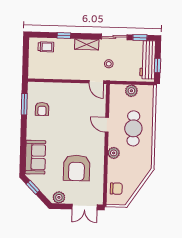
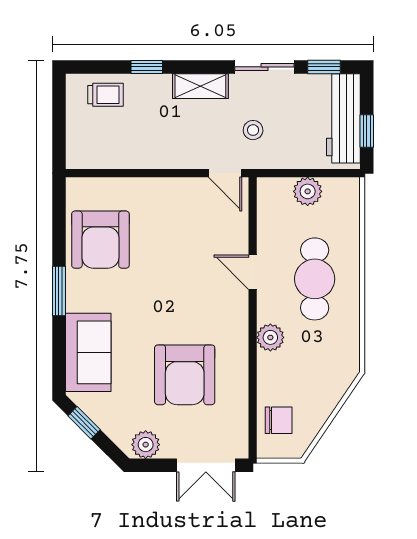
window: (24, 104) -> (59, 291), moved
armchair: (42, 109) -> (100, 240), width x1.88, depth x1.88

